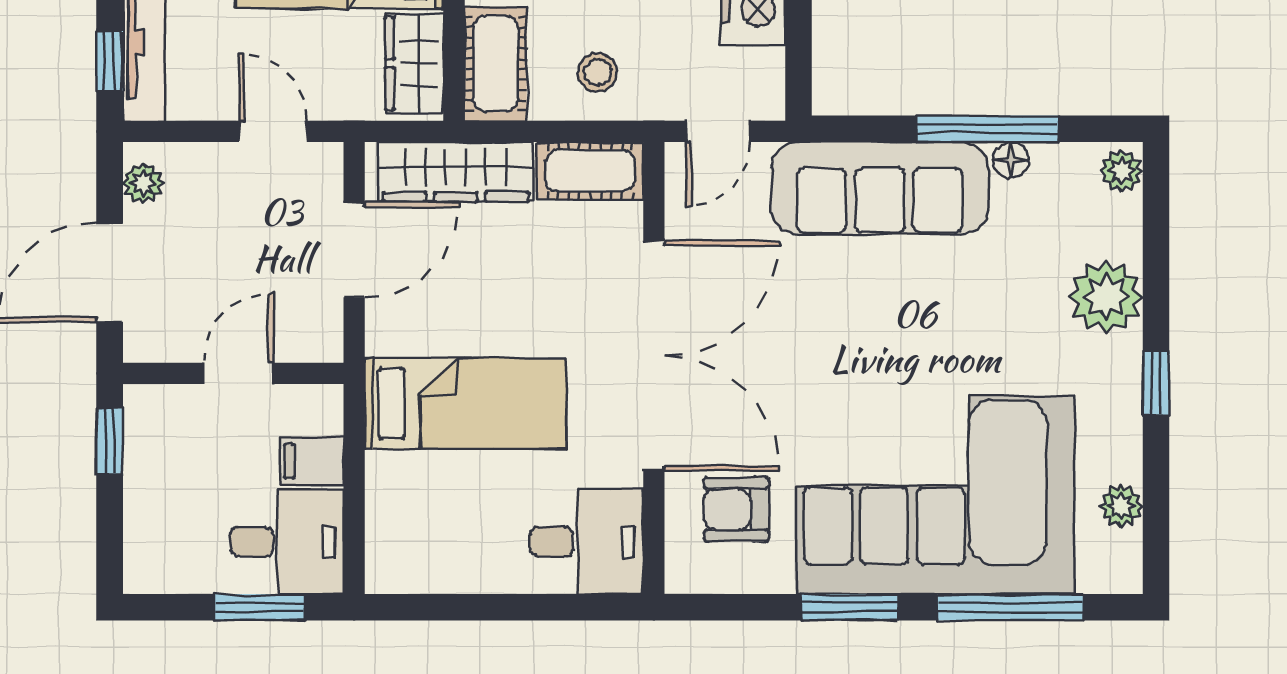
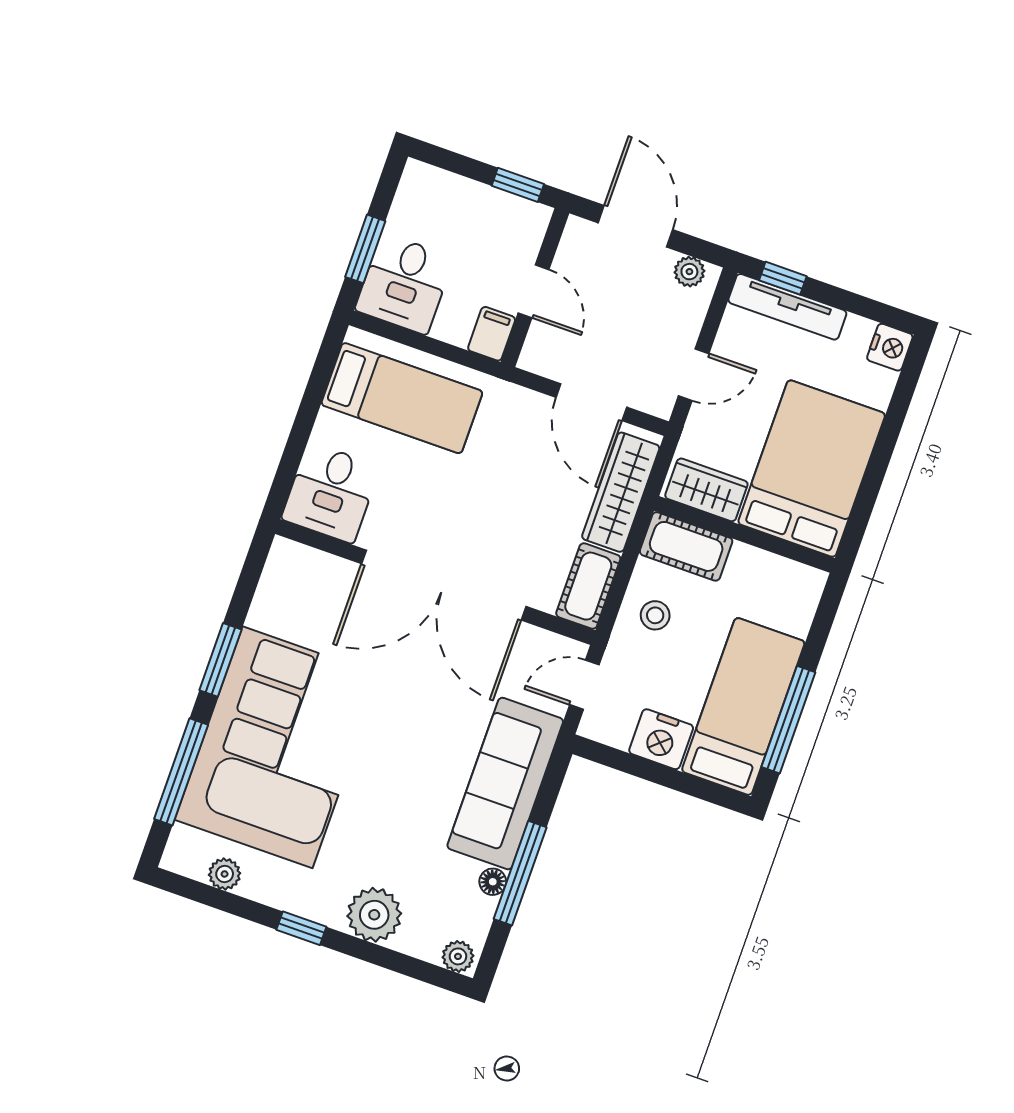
door: (718, 131) -> (584, 685), hinge flipped
bed: (465, 403) -> (402, 398), moved, turned -90
filing cabinet: (312, 461) -> (492, 334), moved
armchair: (736, 509) -> (317, 605), removed

